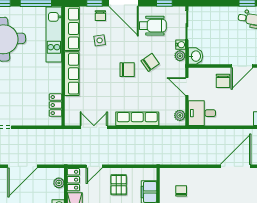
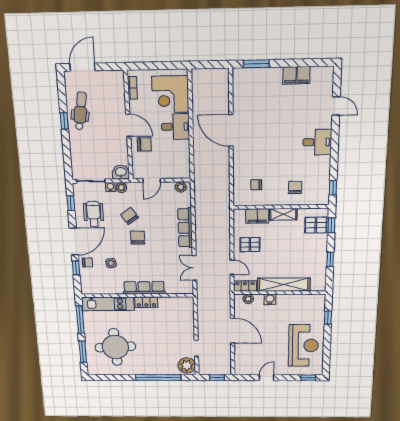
row of seats: (72, 29) -> (101, 288), removed
locker: (56, 105) -> (146, 302), moved
desk: (202, 113) -> (175, 127), moved, turned -90

